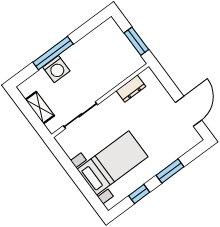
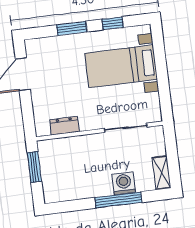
shelving: (40, 108) -> (162, 173), moved

